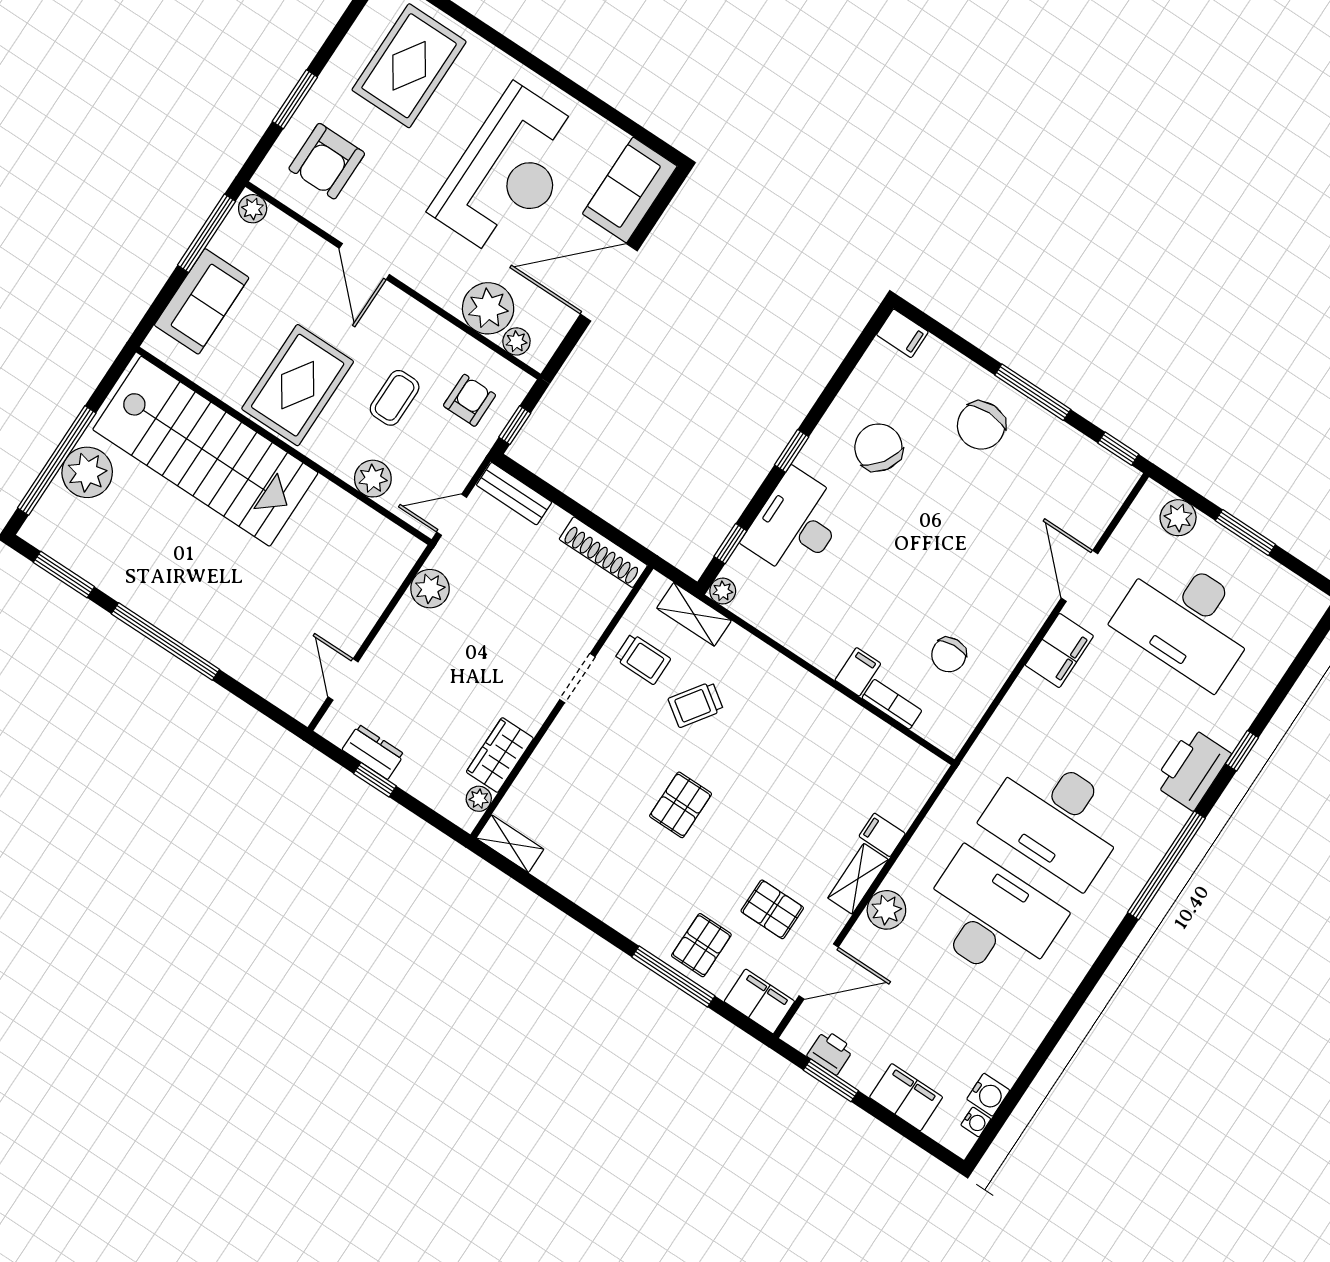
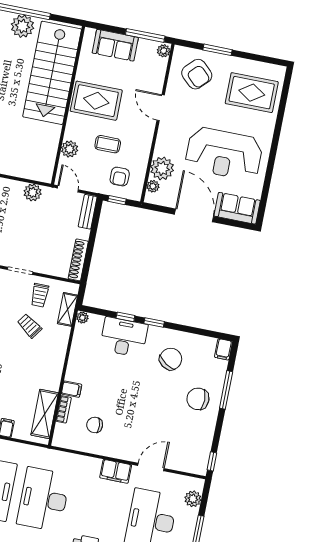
armchair: (327, 161) -> (197, 74), turned -136
door: (364, 261) -> (161, 108), hinge flipped
window: (1033, 392) -> (226, 390), moved
armchair: (469, 400) -> (120, 177), turned 90
window: (730, 544) -> (125, 317), moved
shelving: (885, 746) -> (45, 414), added

